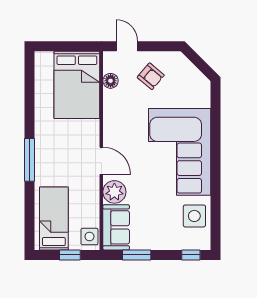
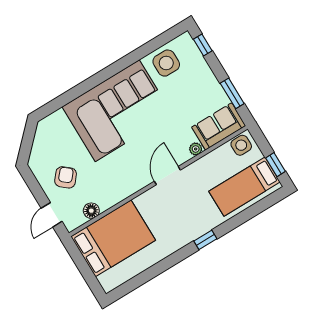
window: (30, 160) -> (205, 240), width x0.46
plant: (114, 192) -> (196, 149), width x0.53, depth x0.53
window: (70, 255) -> (275, 165), moved

